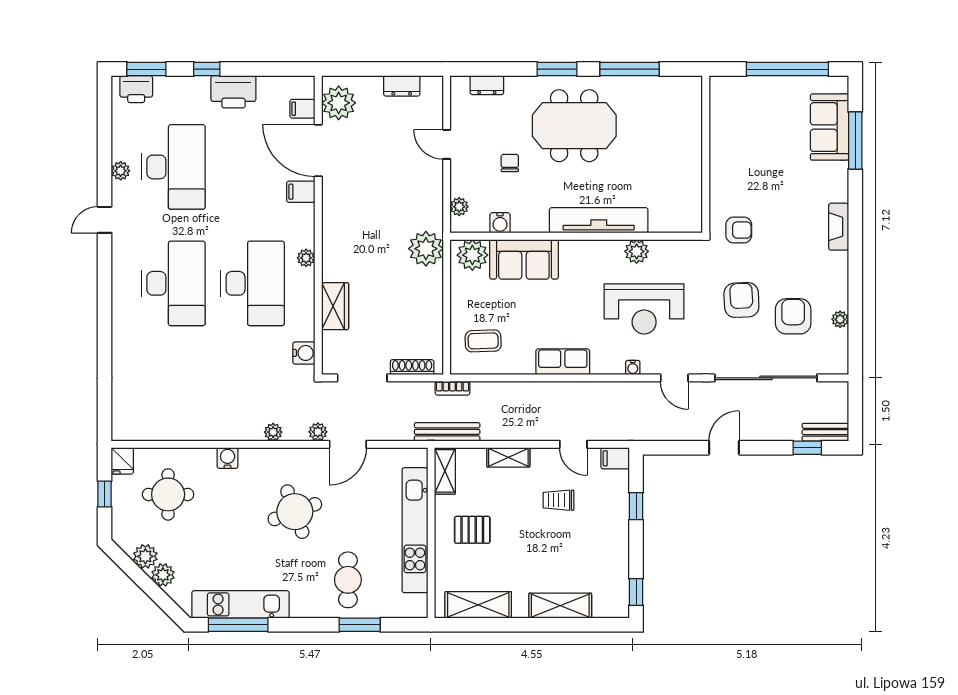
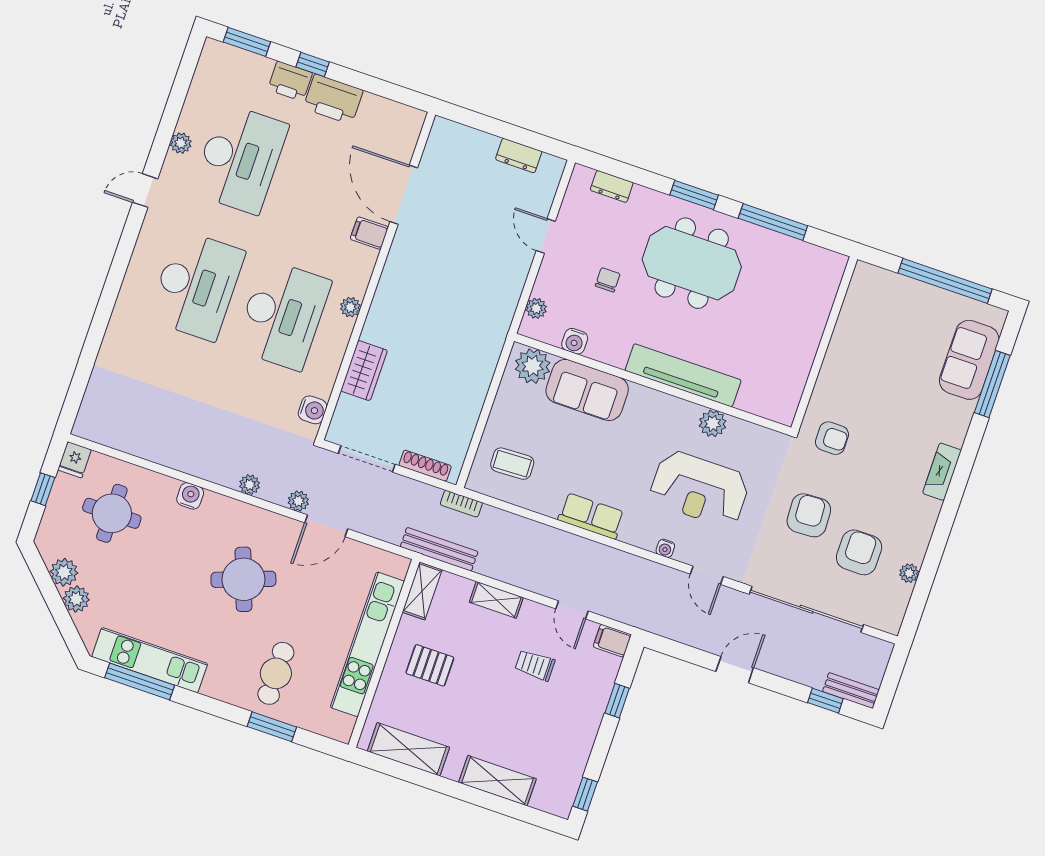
printer: (136, 89) -> (290, 81), moved
plant: (339, 103) -> (444, 151), removed
filing cabinet: (302, 109) -> (402, 143), removed
plant: (426, 249) -> (484, 342), removed

